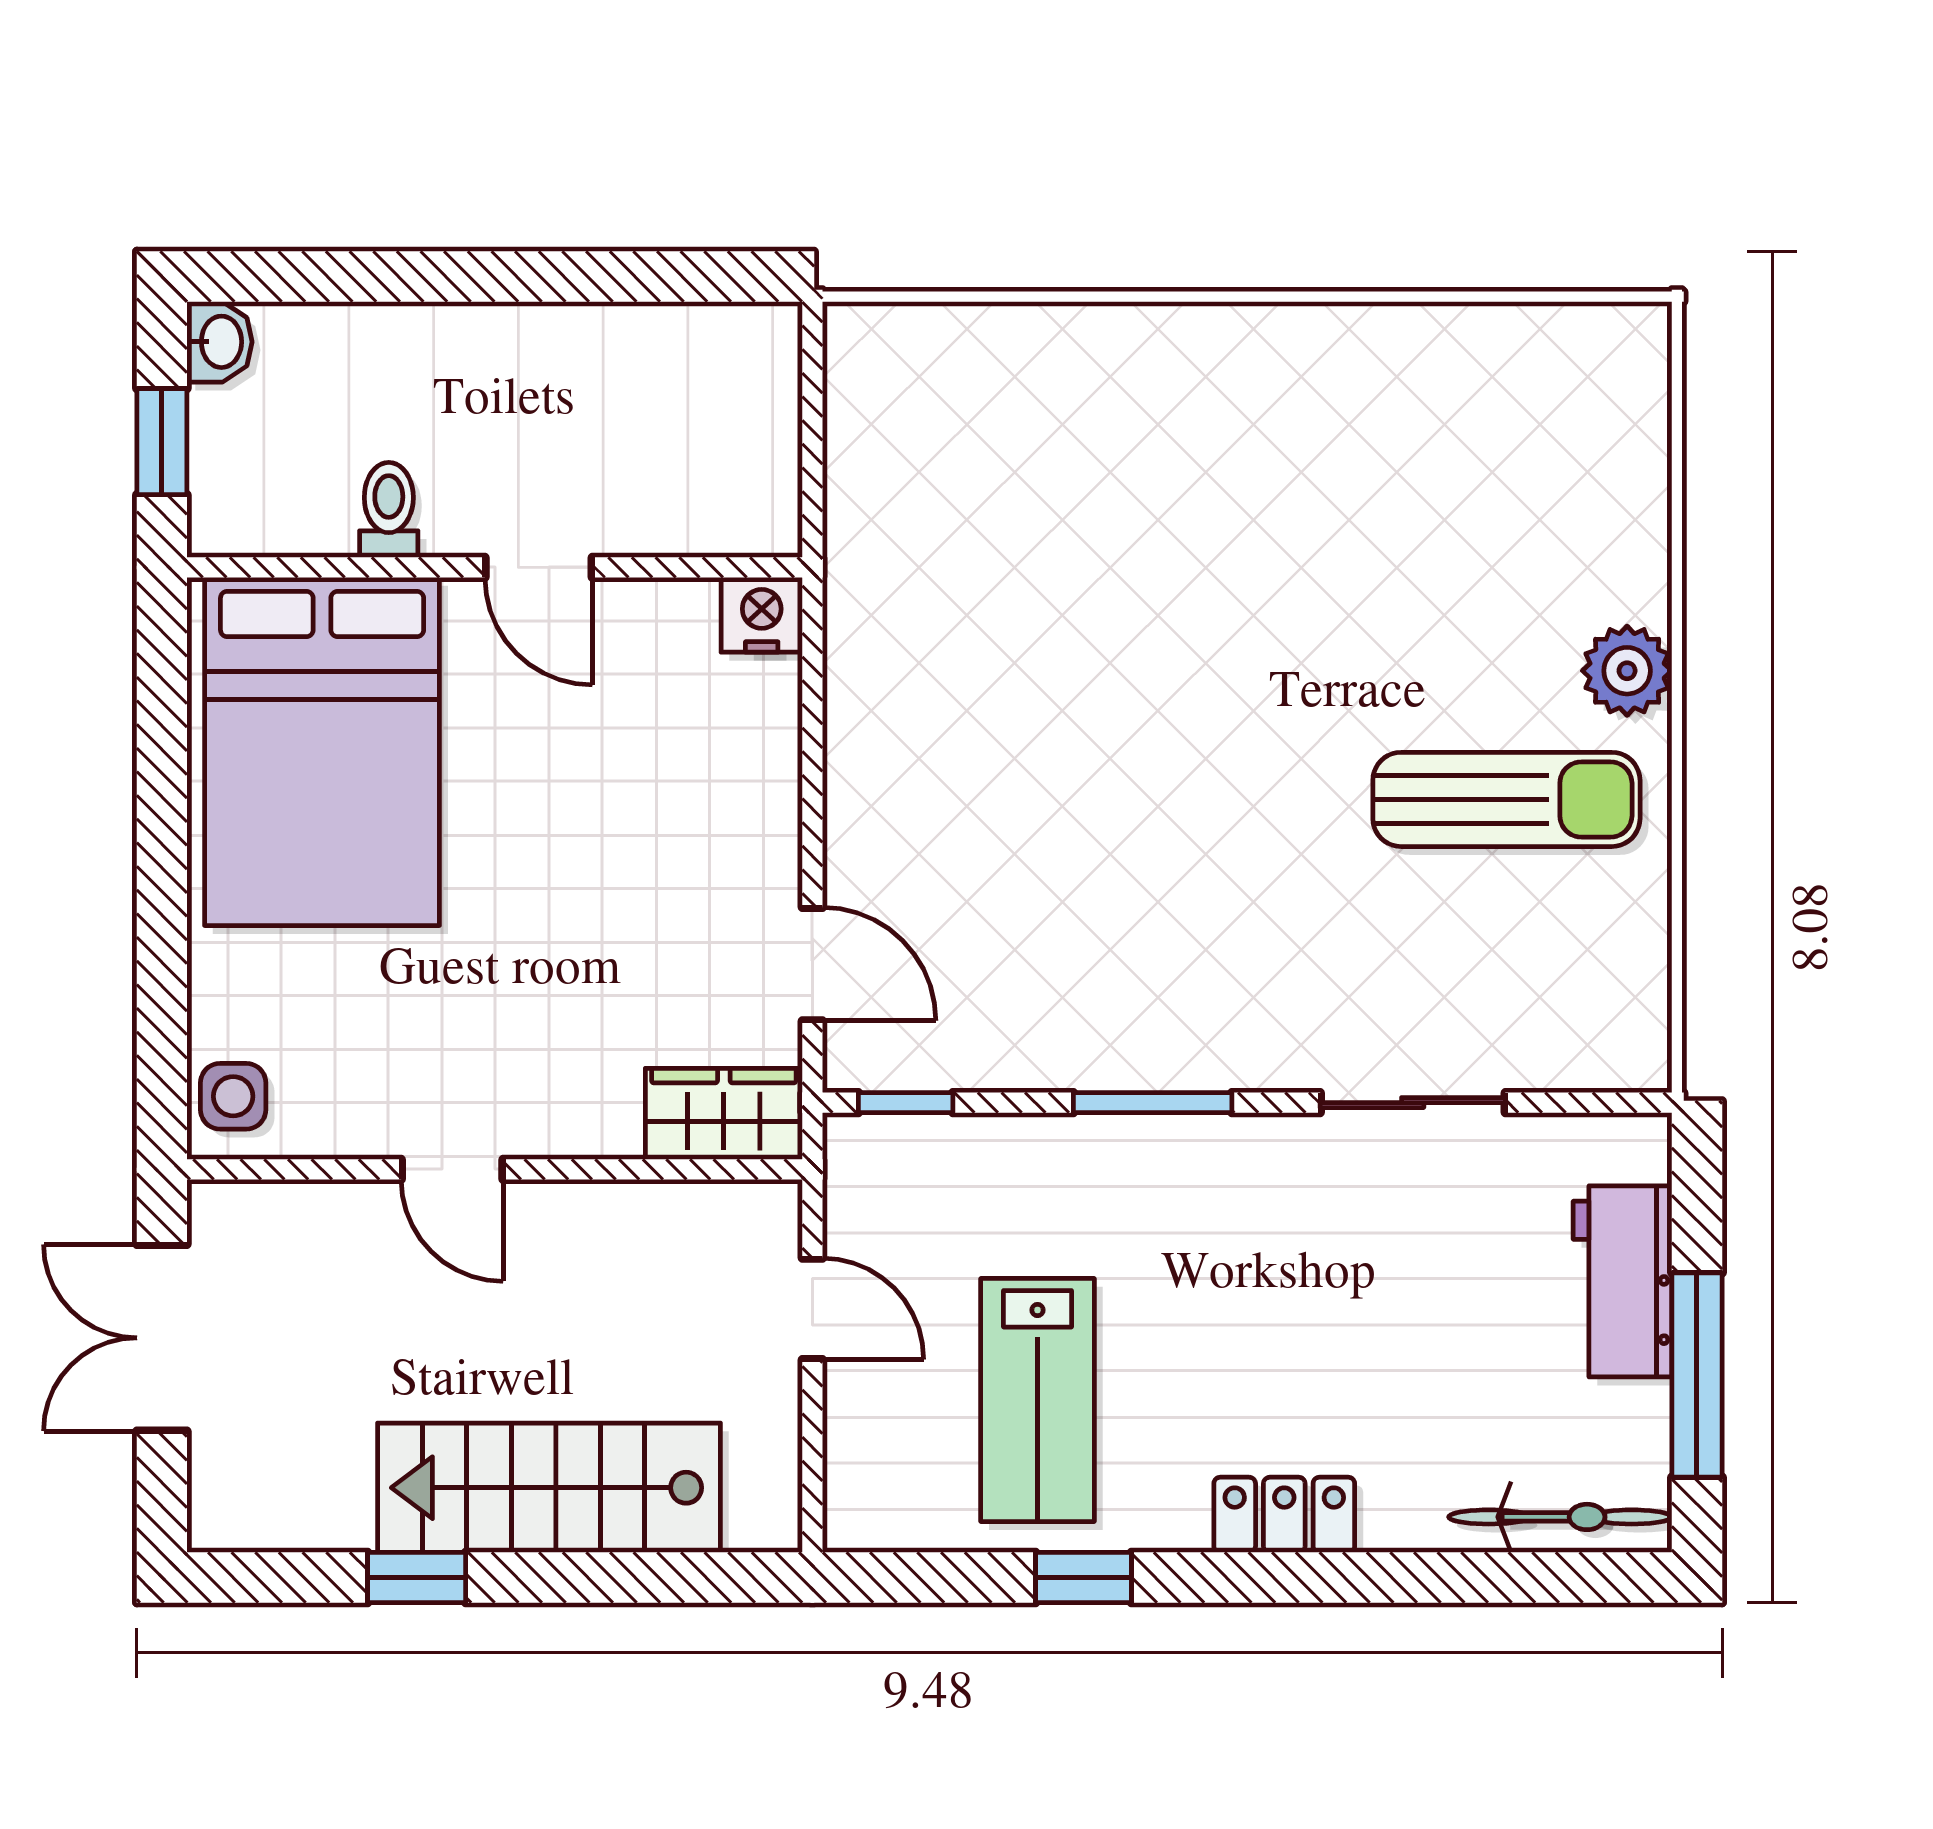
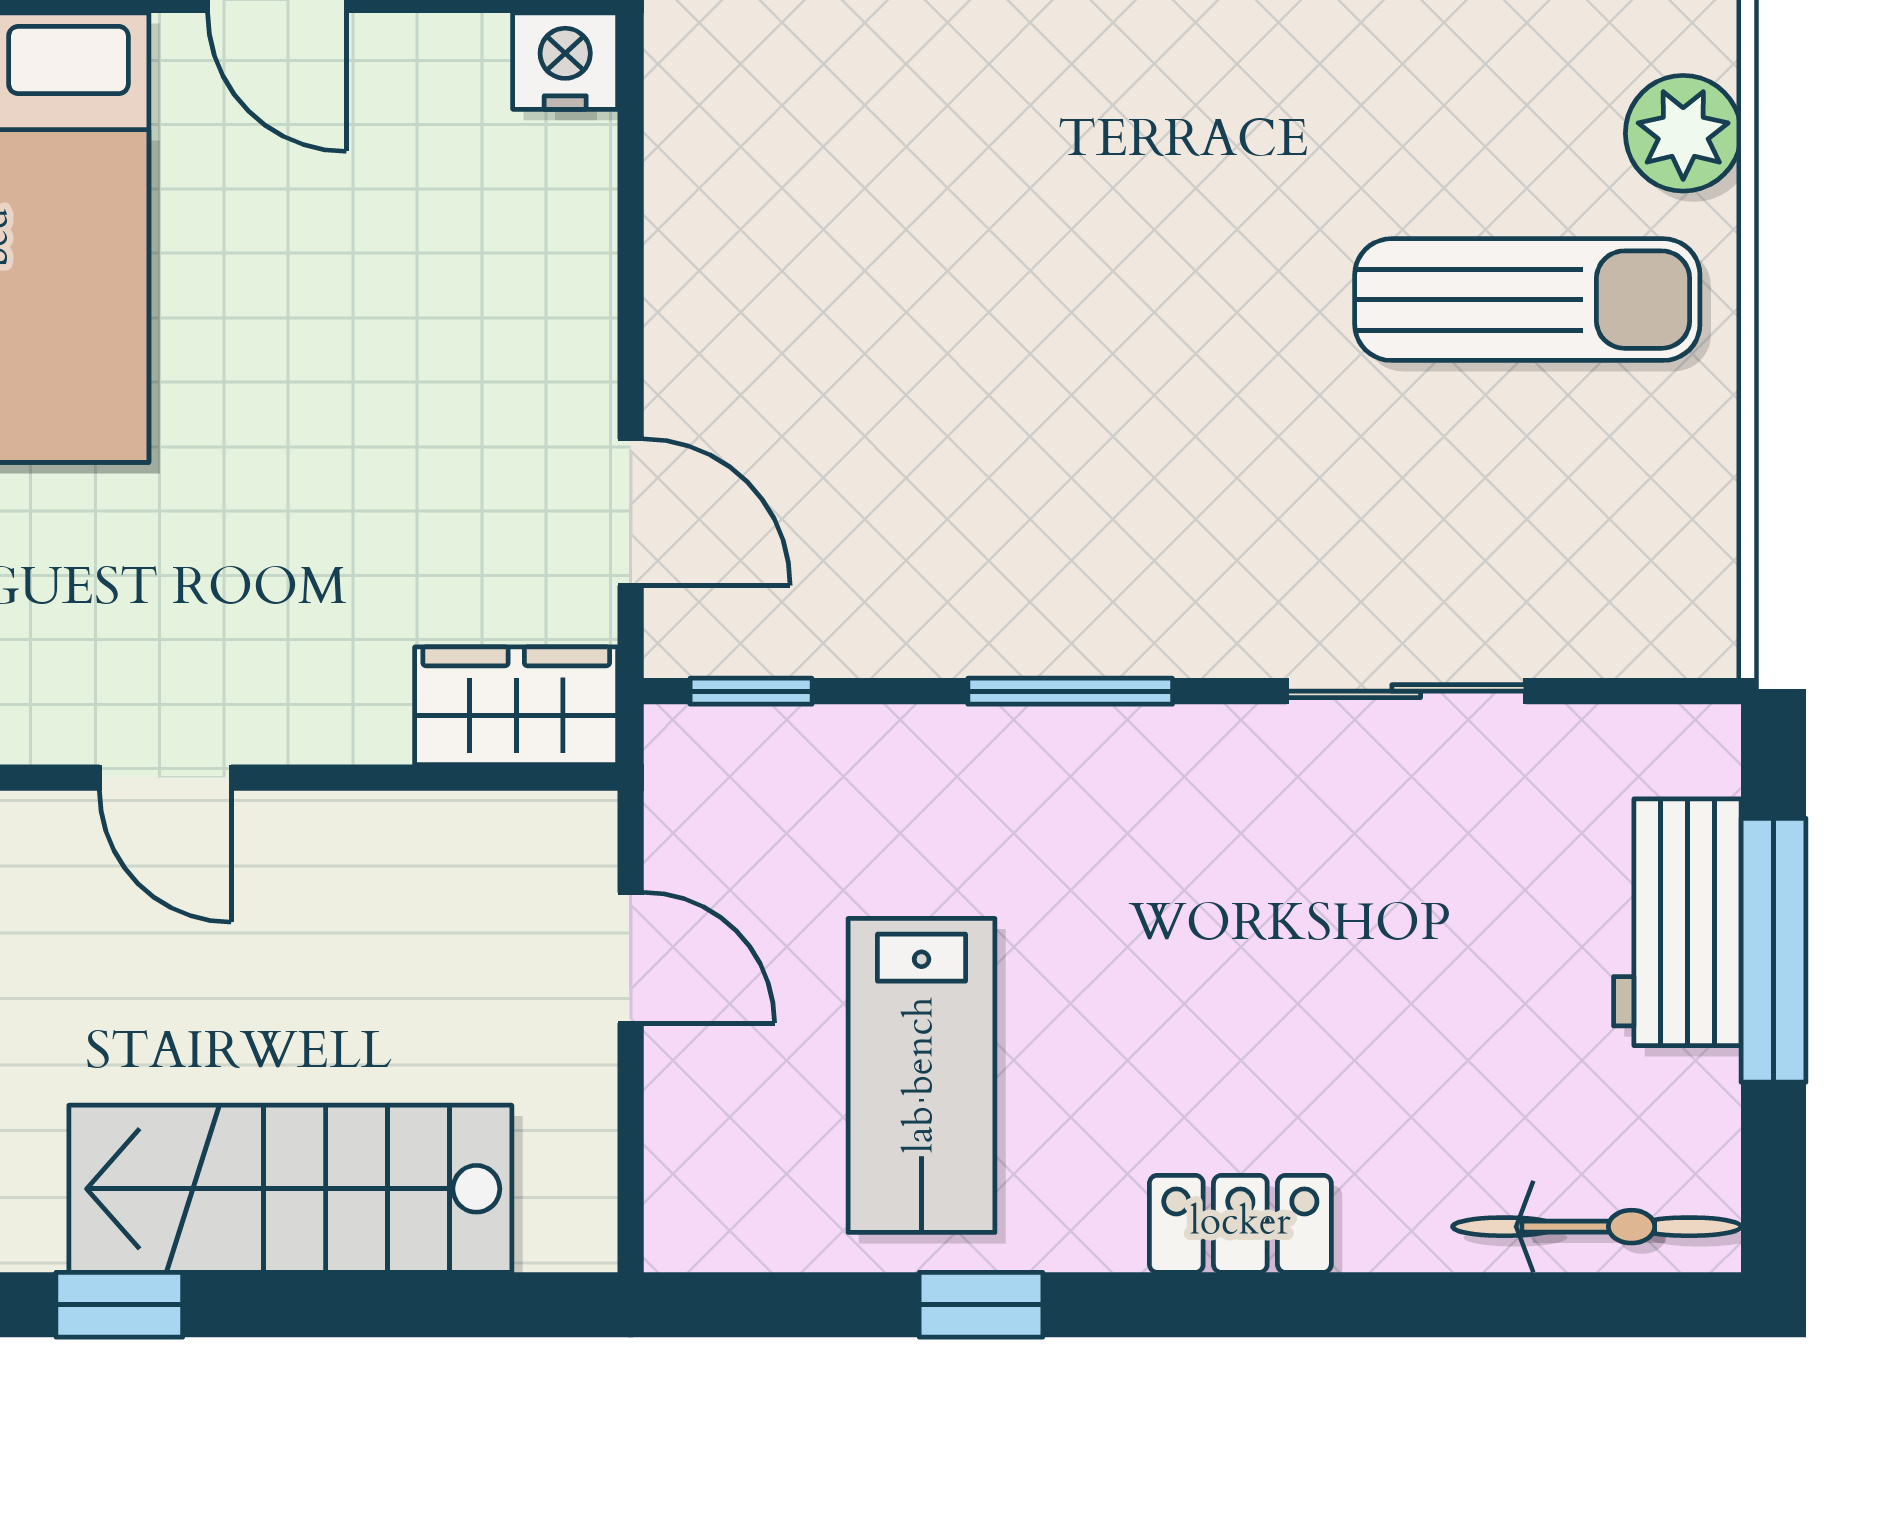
window: (1697, 1375) -> (1774, 950), moved

